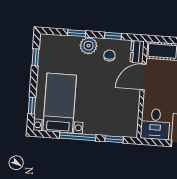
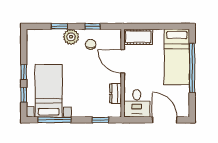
dresser: (137, 52) -> (116, 93), moved
window: (35, 57) -> (24, 72), moved
door: (143, 77) -> (123, 61), hinge flipped
window: (78, 137) -> (54, 120), moved

